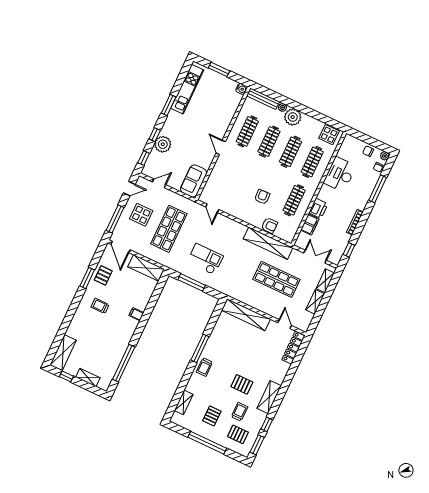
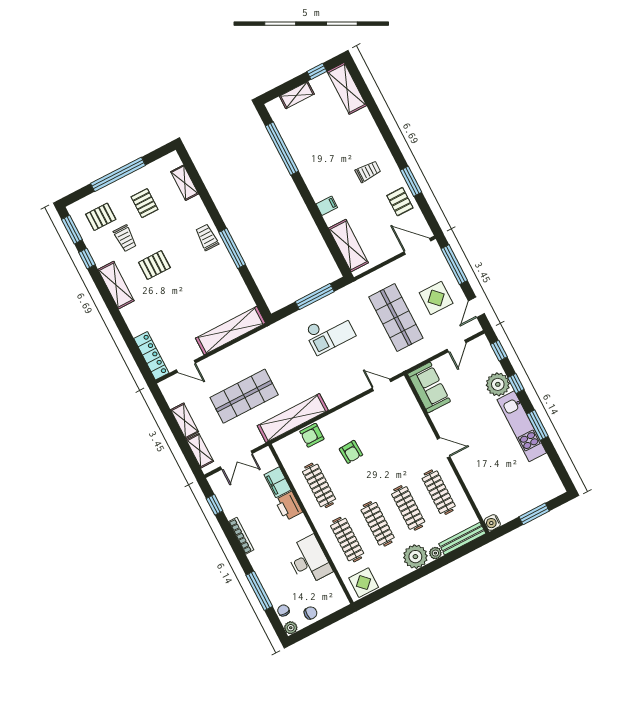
kitchen unit: (187, 89) -> (522, 426), moved
shelving: (146, 268) -> (348, 246), moved, turned 90

